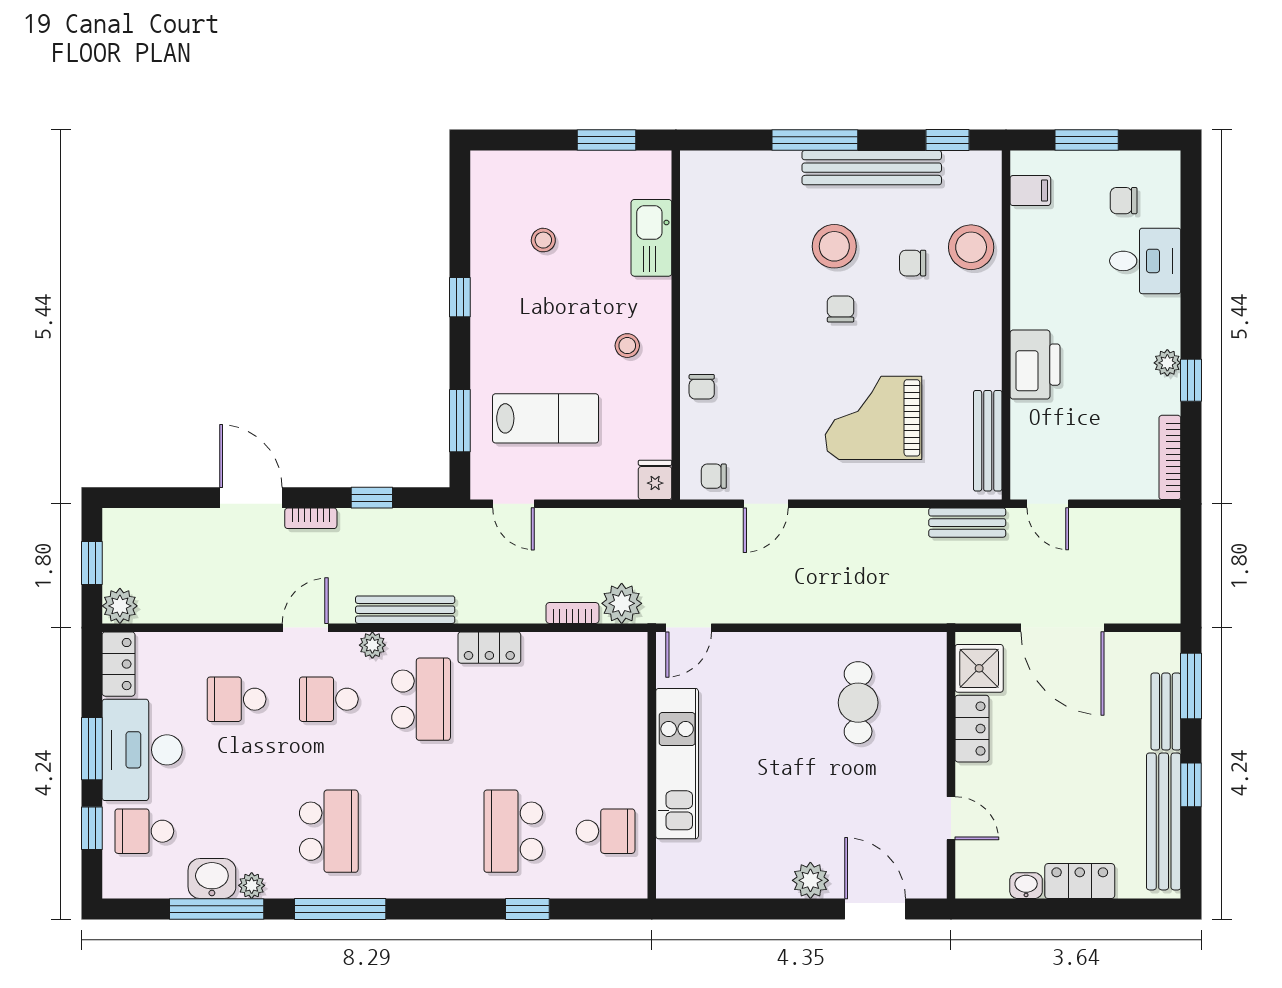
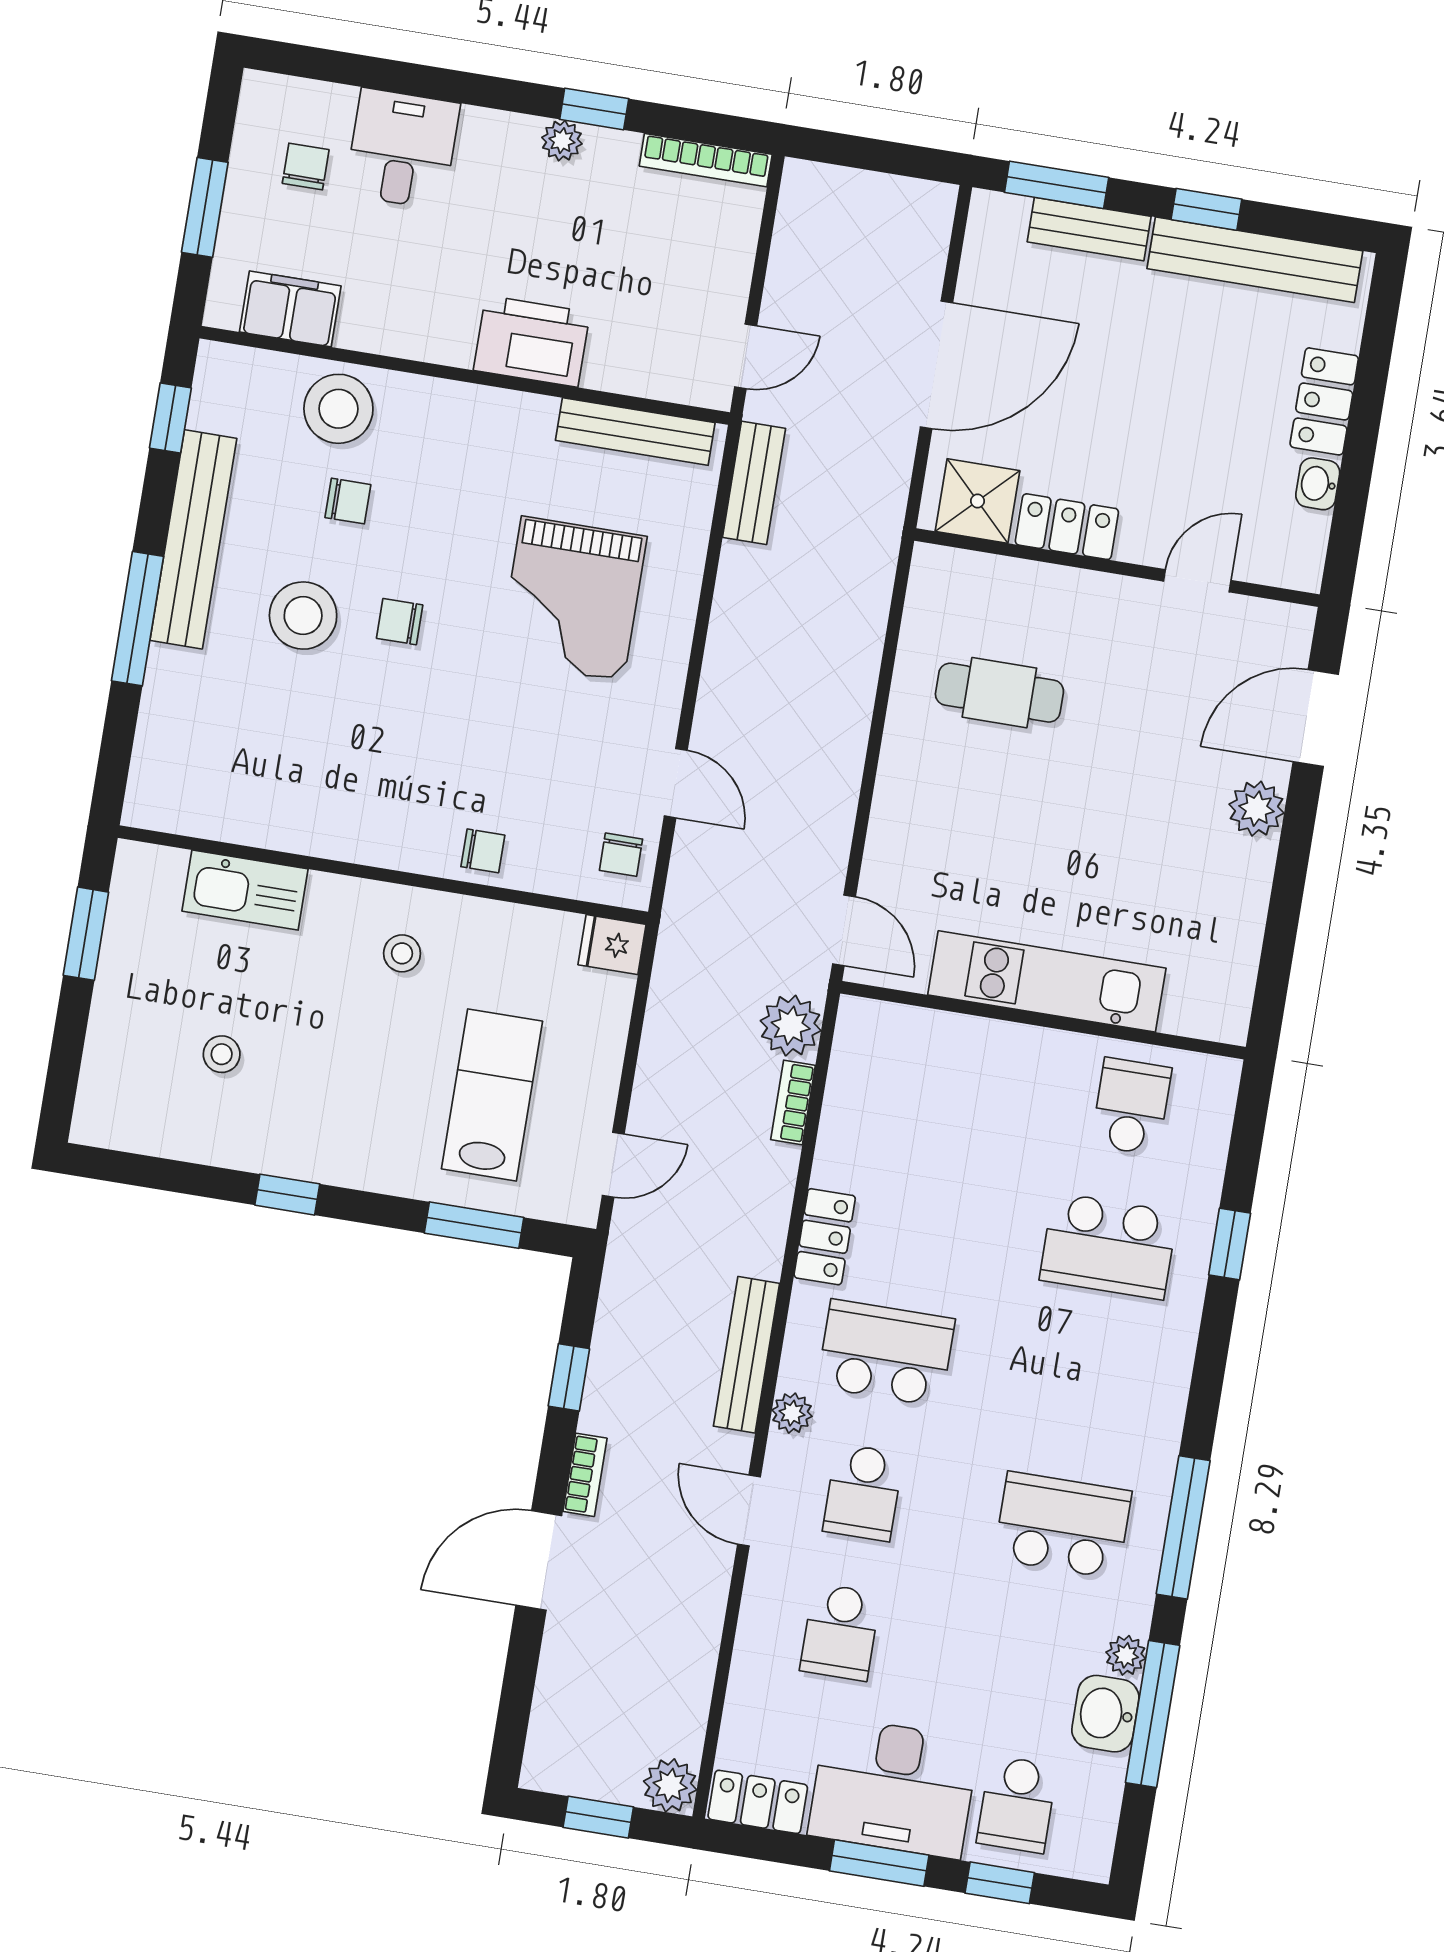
filing cabinet: (1030, 191) -> (290, 309), width x2.00
chair: (1124, 201) -> (306, 167), turned 180
chair: (913, 263) -> (348, 501), turned -90

